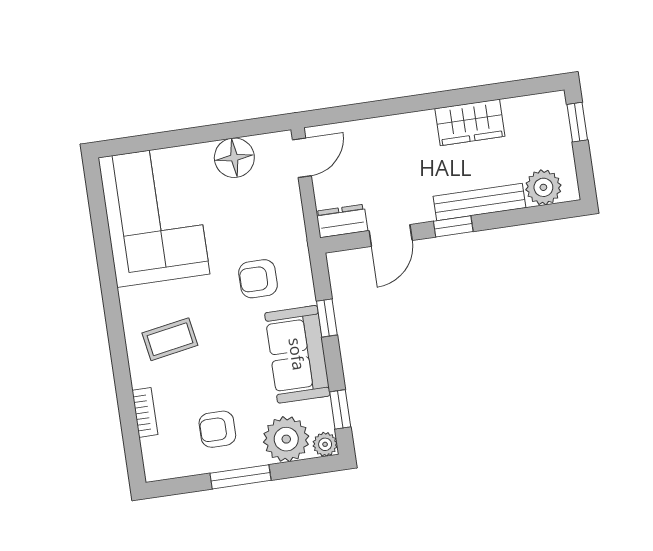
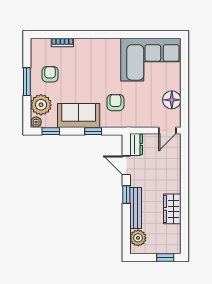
door: (302, 158) -> (167, 130), hinge flipped
coffee table: (170, 339) -> (94, 59), removed

